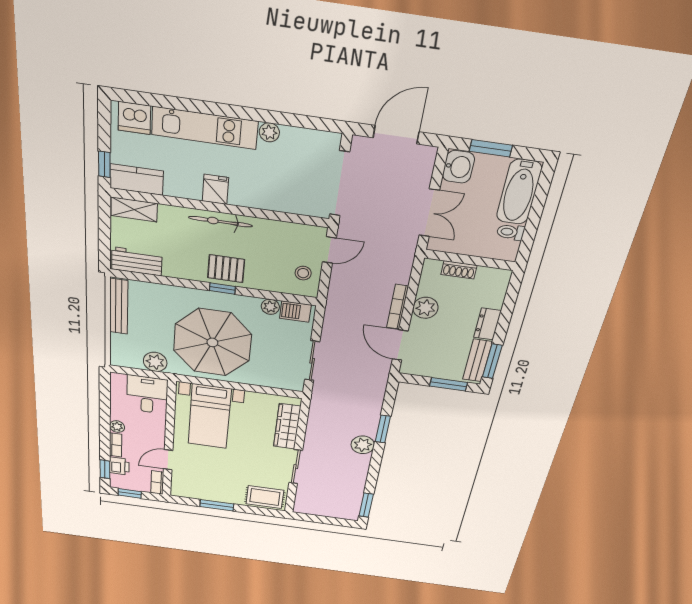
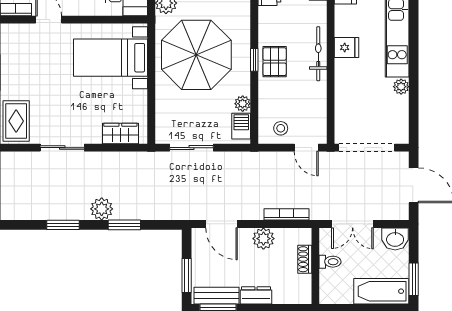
window: (491, 148) -> (414, 279), moved
toilet: (511, 232) -> (330, 262), moved, turned 90
bookcase: (398, 307) -> (286, 214), moved
door: (400, 345) -> (222, 224), swing flipped
wardrobe: (287, 426) -> (120, 133), width x0.67
window: (366, 505) -> (63, 225), moved

